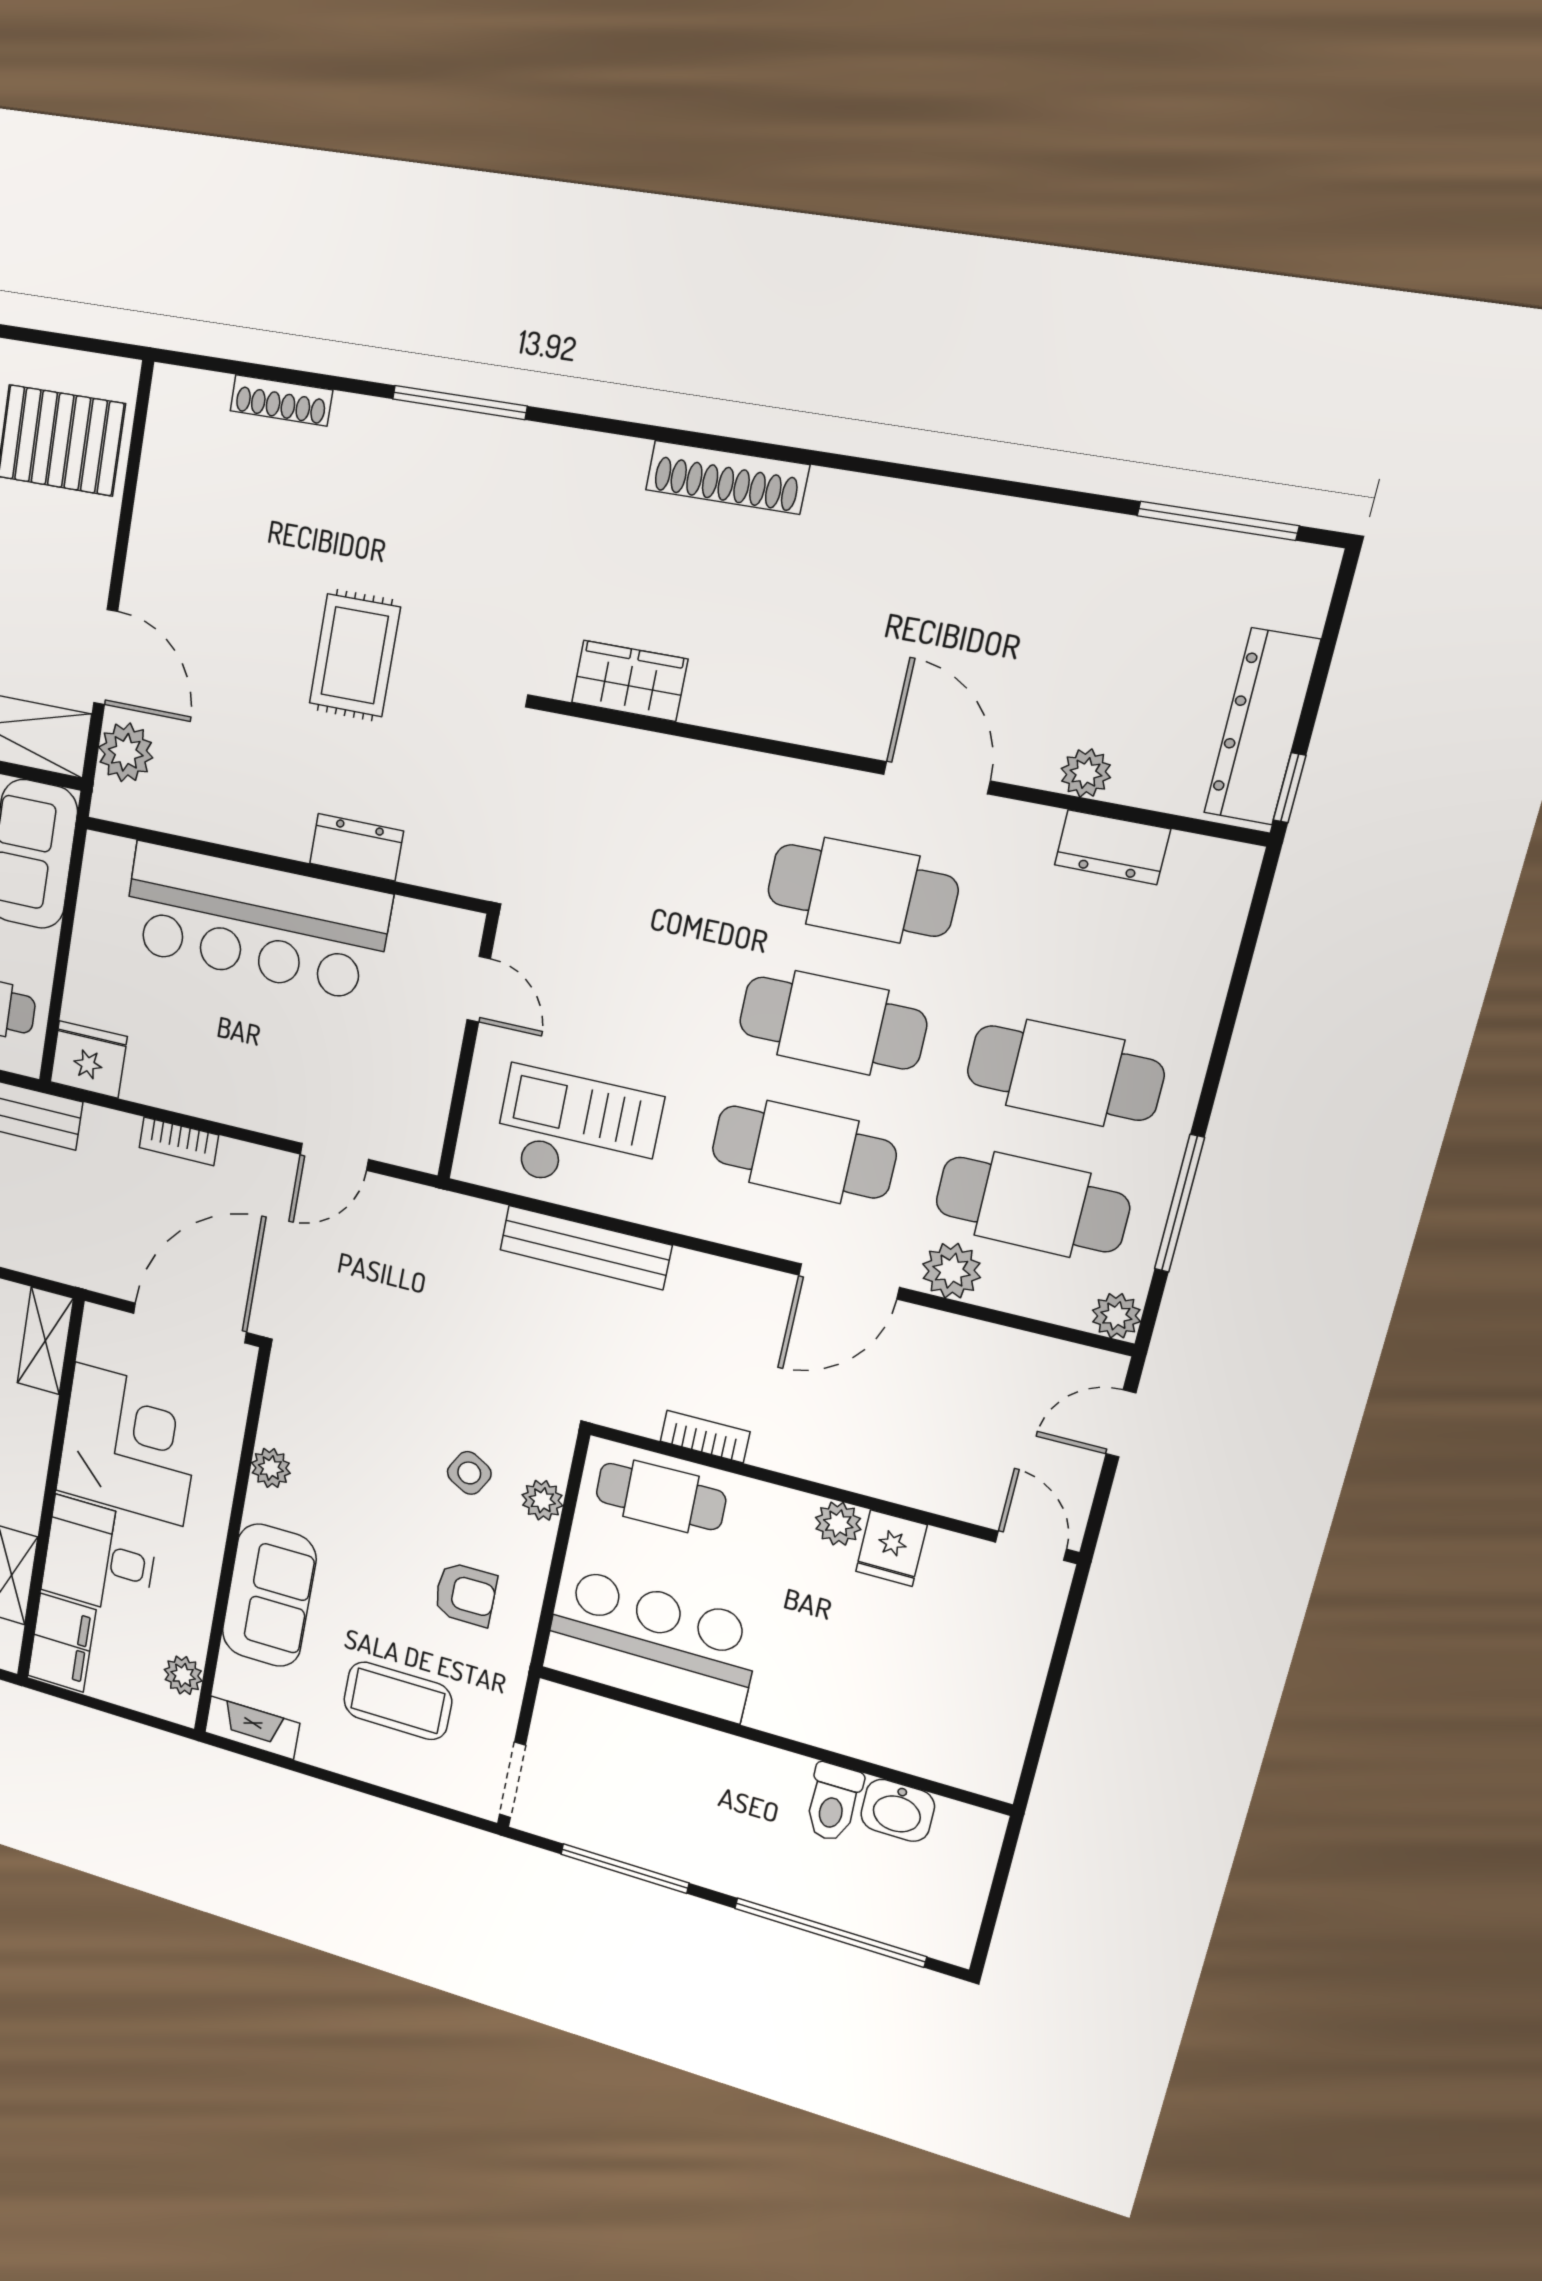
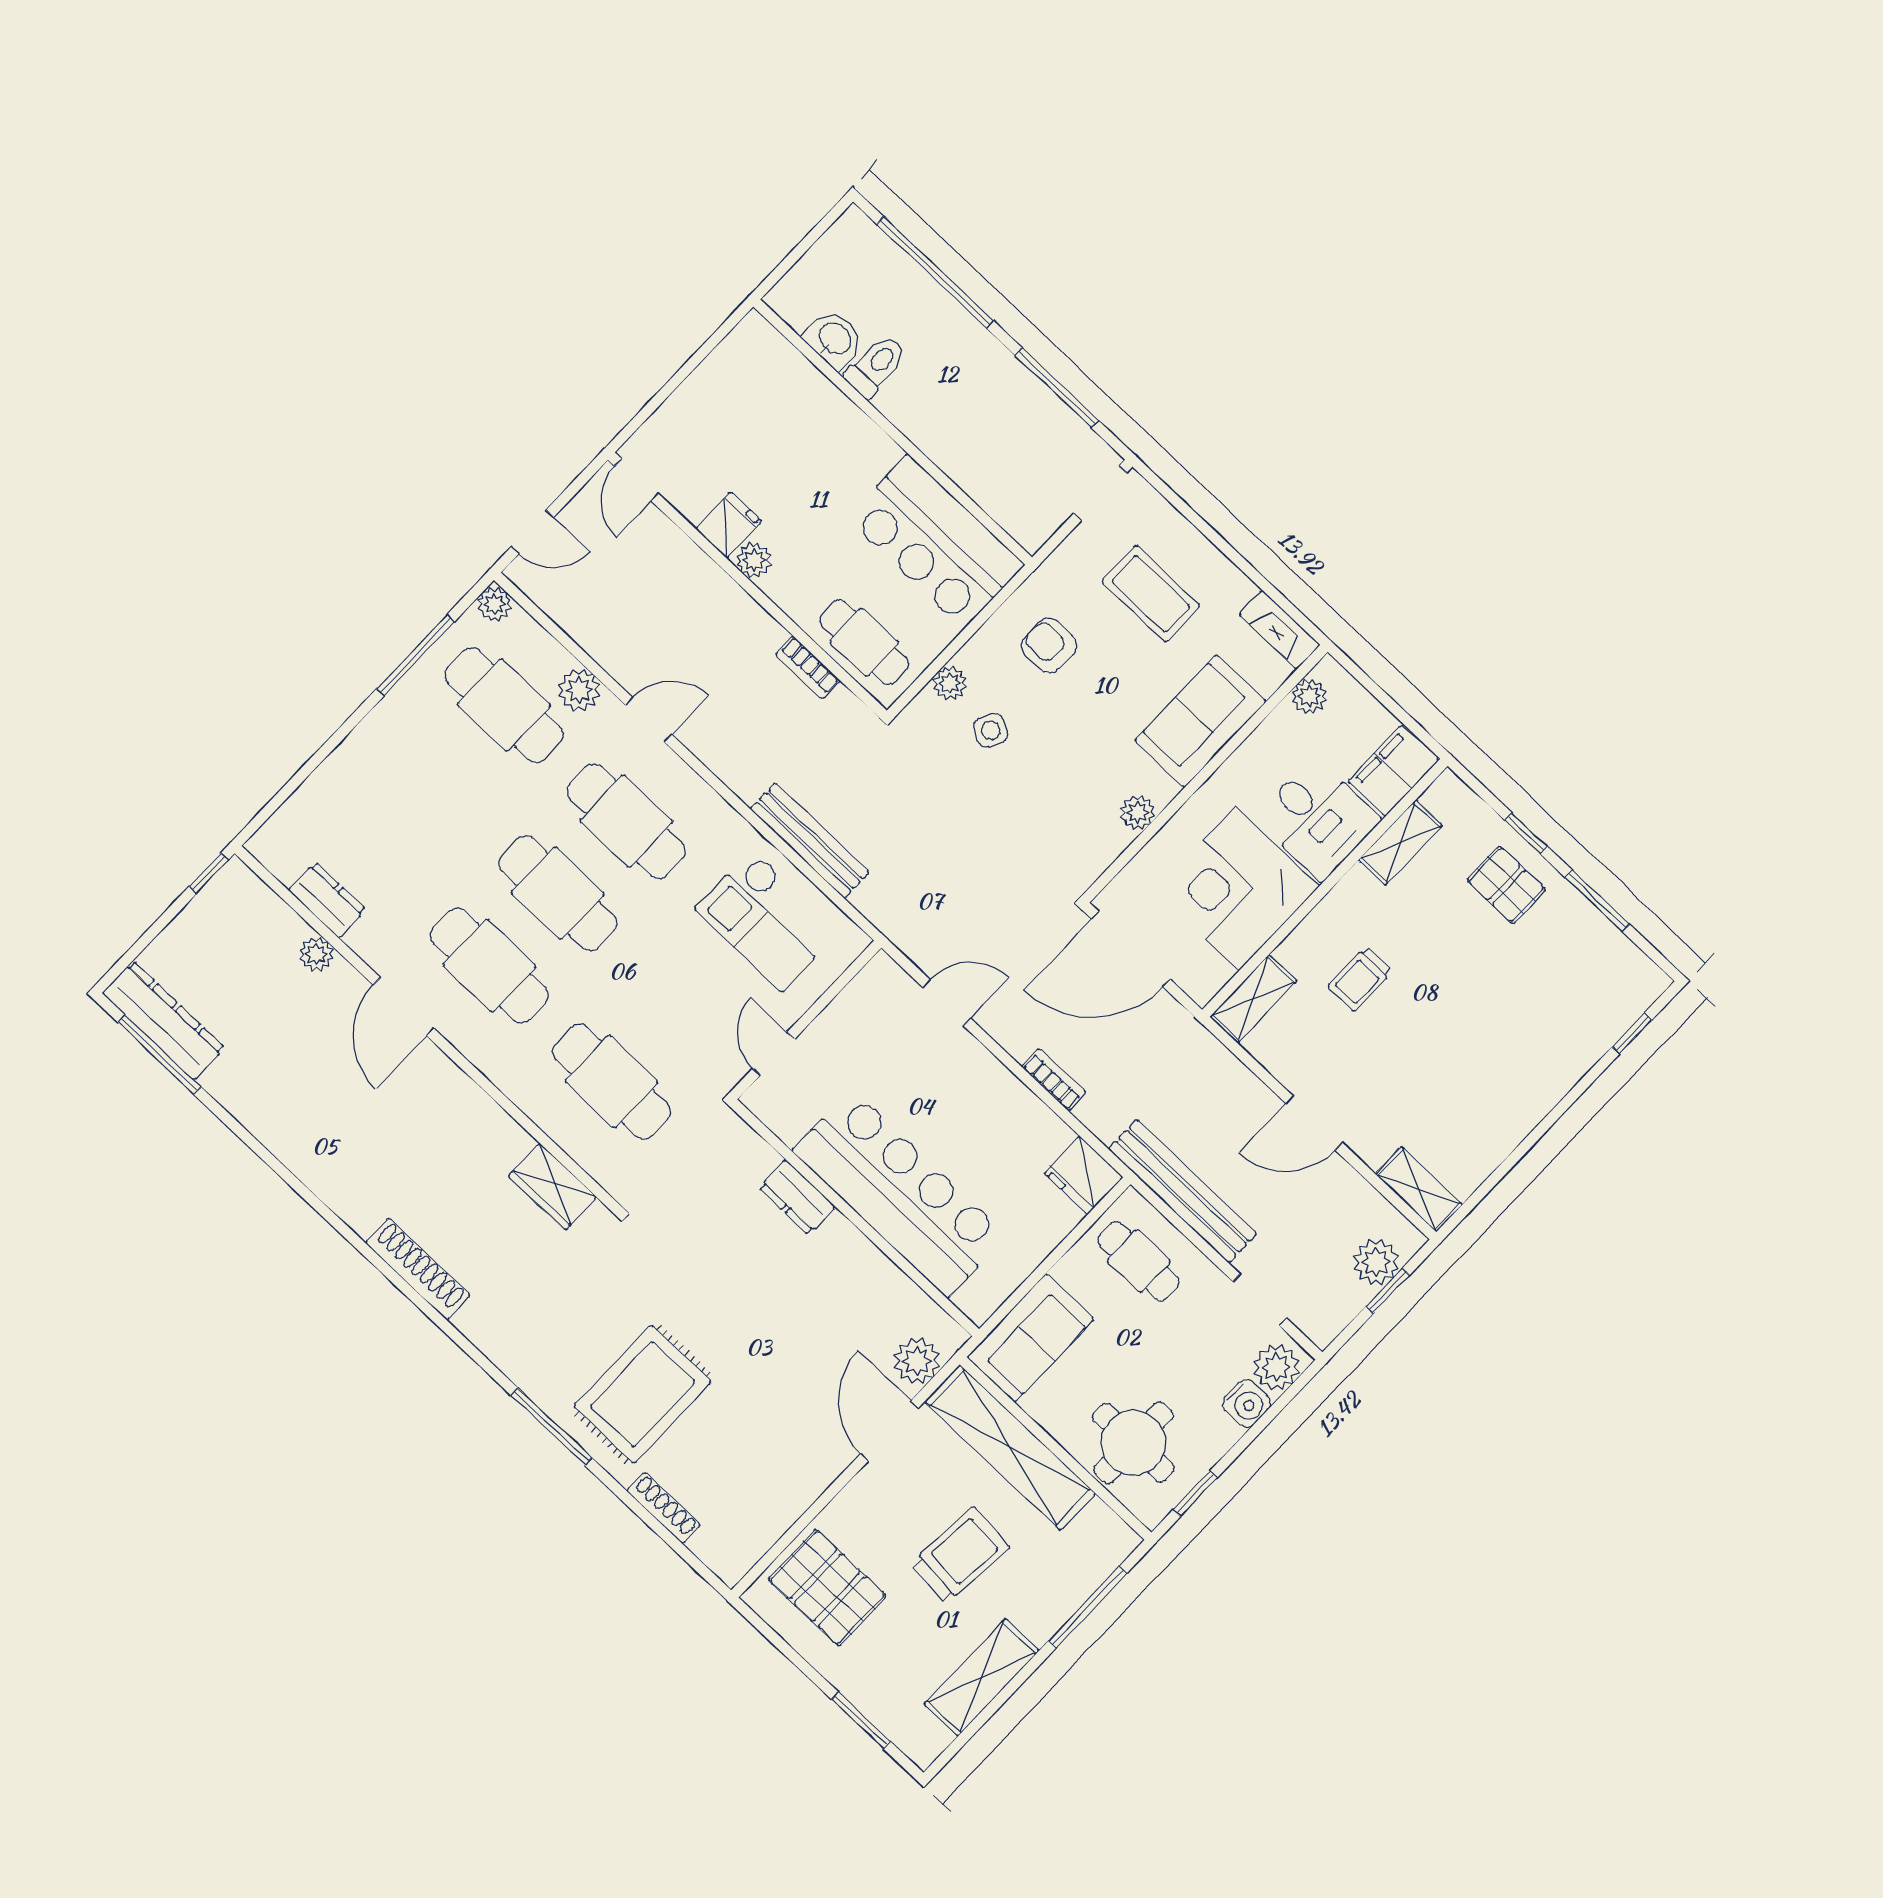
rug: (355, 655) -> (643, 1394), moved, width x1.36, depth x1.43
dresser: (1262, 727) -> (164, 1020), moved, turned -90
cafe table: (1065, 1073) -> (612, 1082), moved
door: (849, 1281) -> (649, 720), width x0.73

